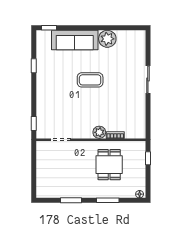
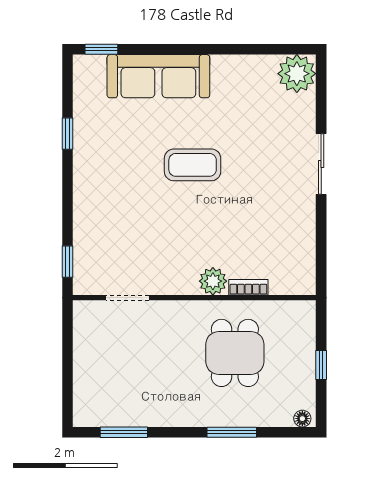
plant: (107, 39) -> (297, 74), moved
window: (148, 158) -> (321, 365), moved
window: (71, 200) -> (124, 432), moved

